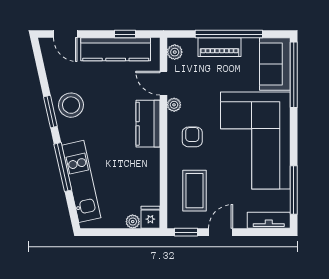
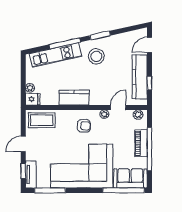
stool: (71, 105) -> (96, 56), moved
kitchen counter: (148, 124) -> (74, 98), moved
coffee table: (194, 191) -> (42, 120), moved
window: (186, 232) -> (23, 171), moved
door: (221, 232) -> (23, 144), swing flipped

